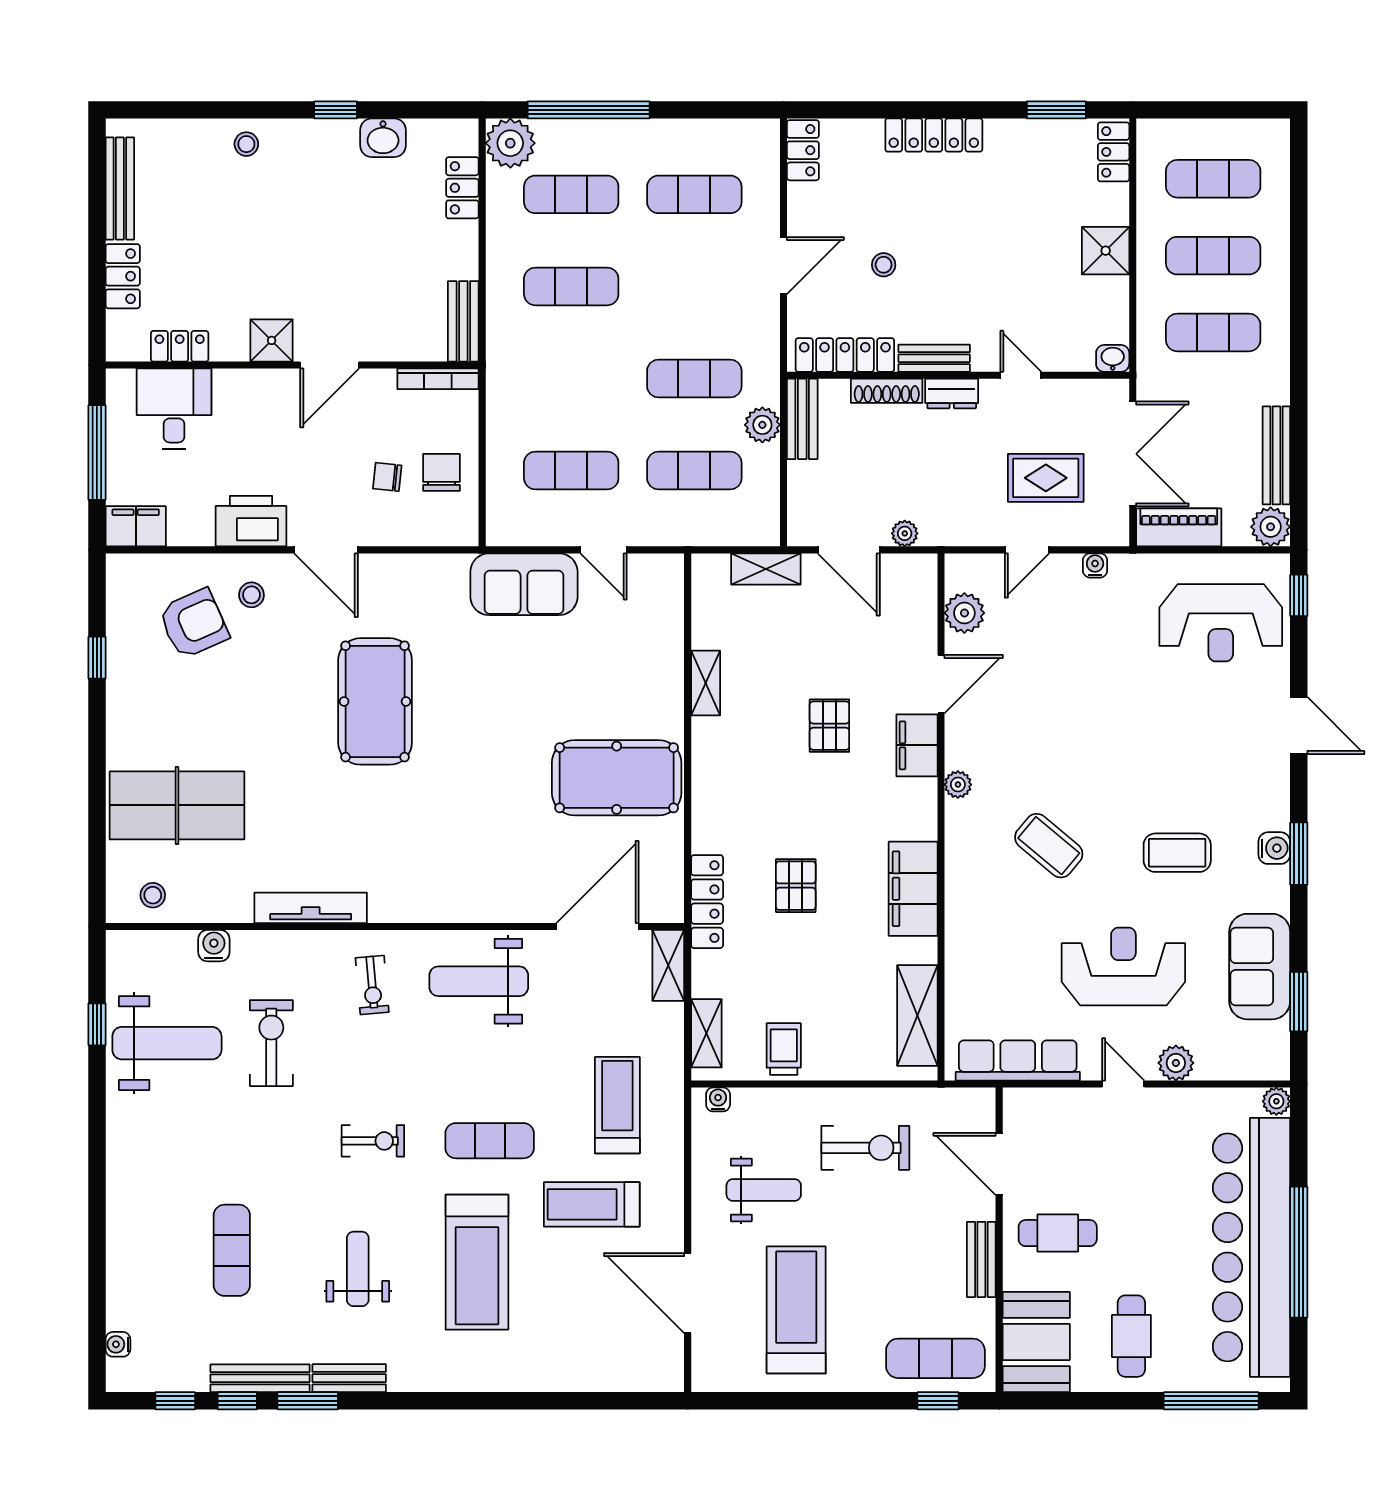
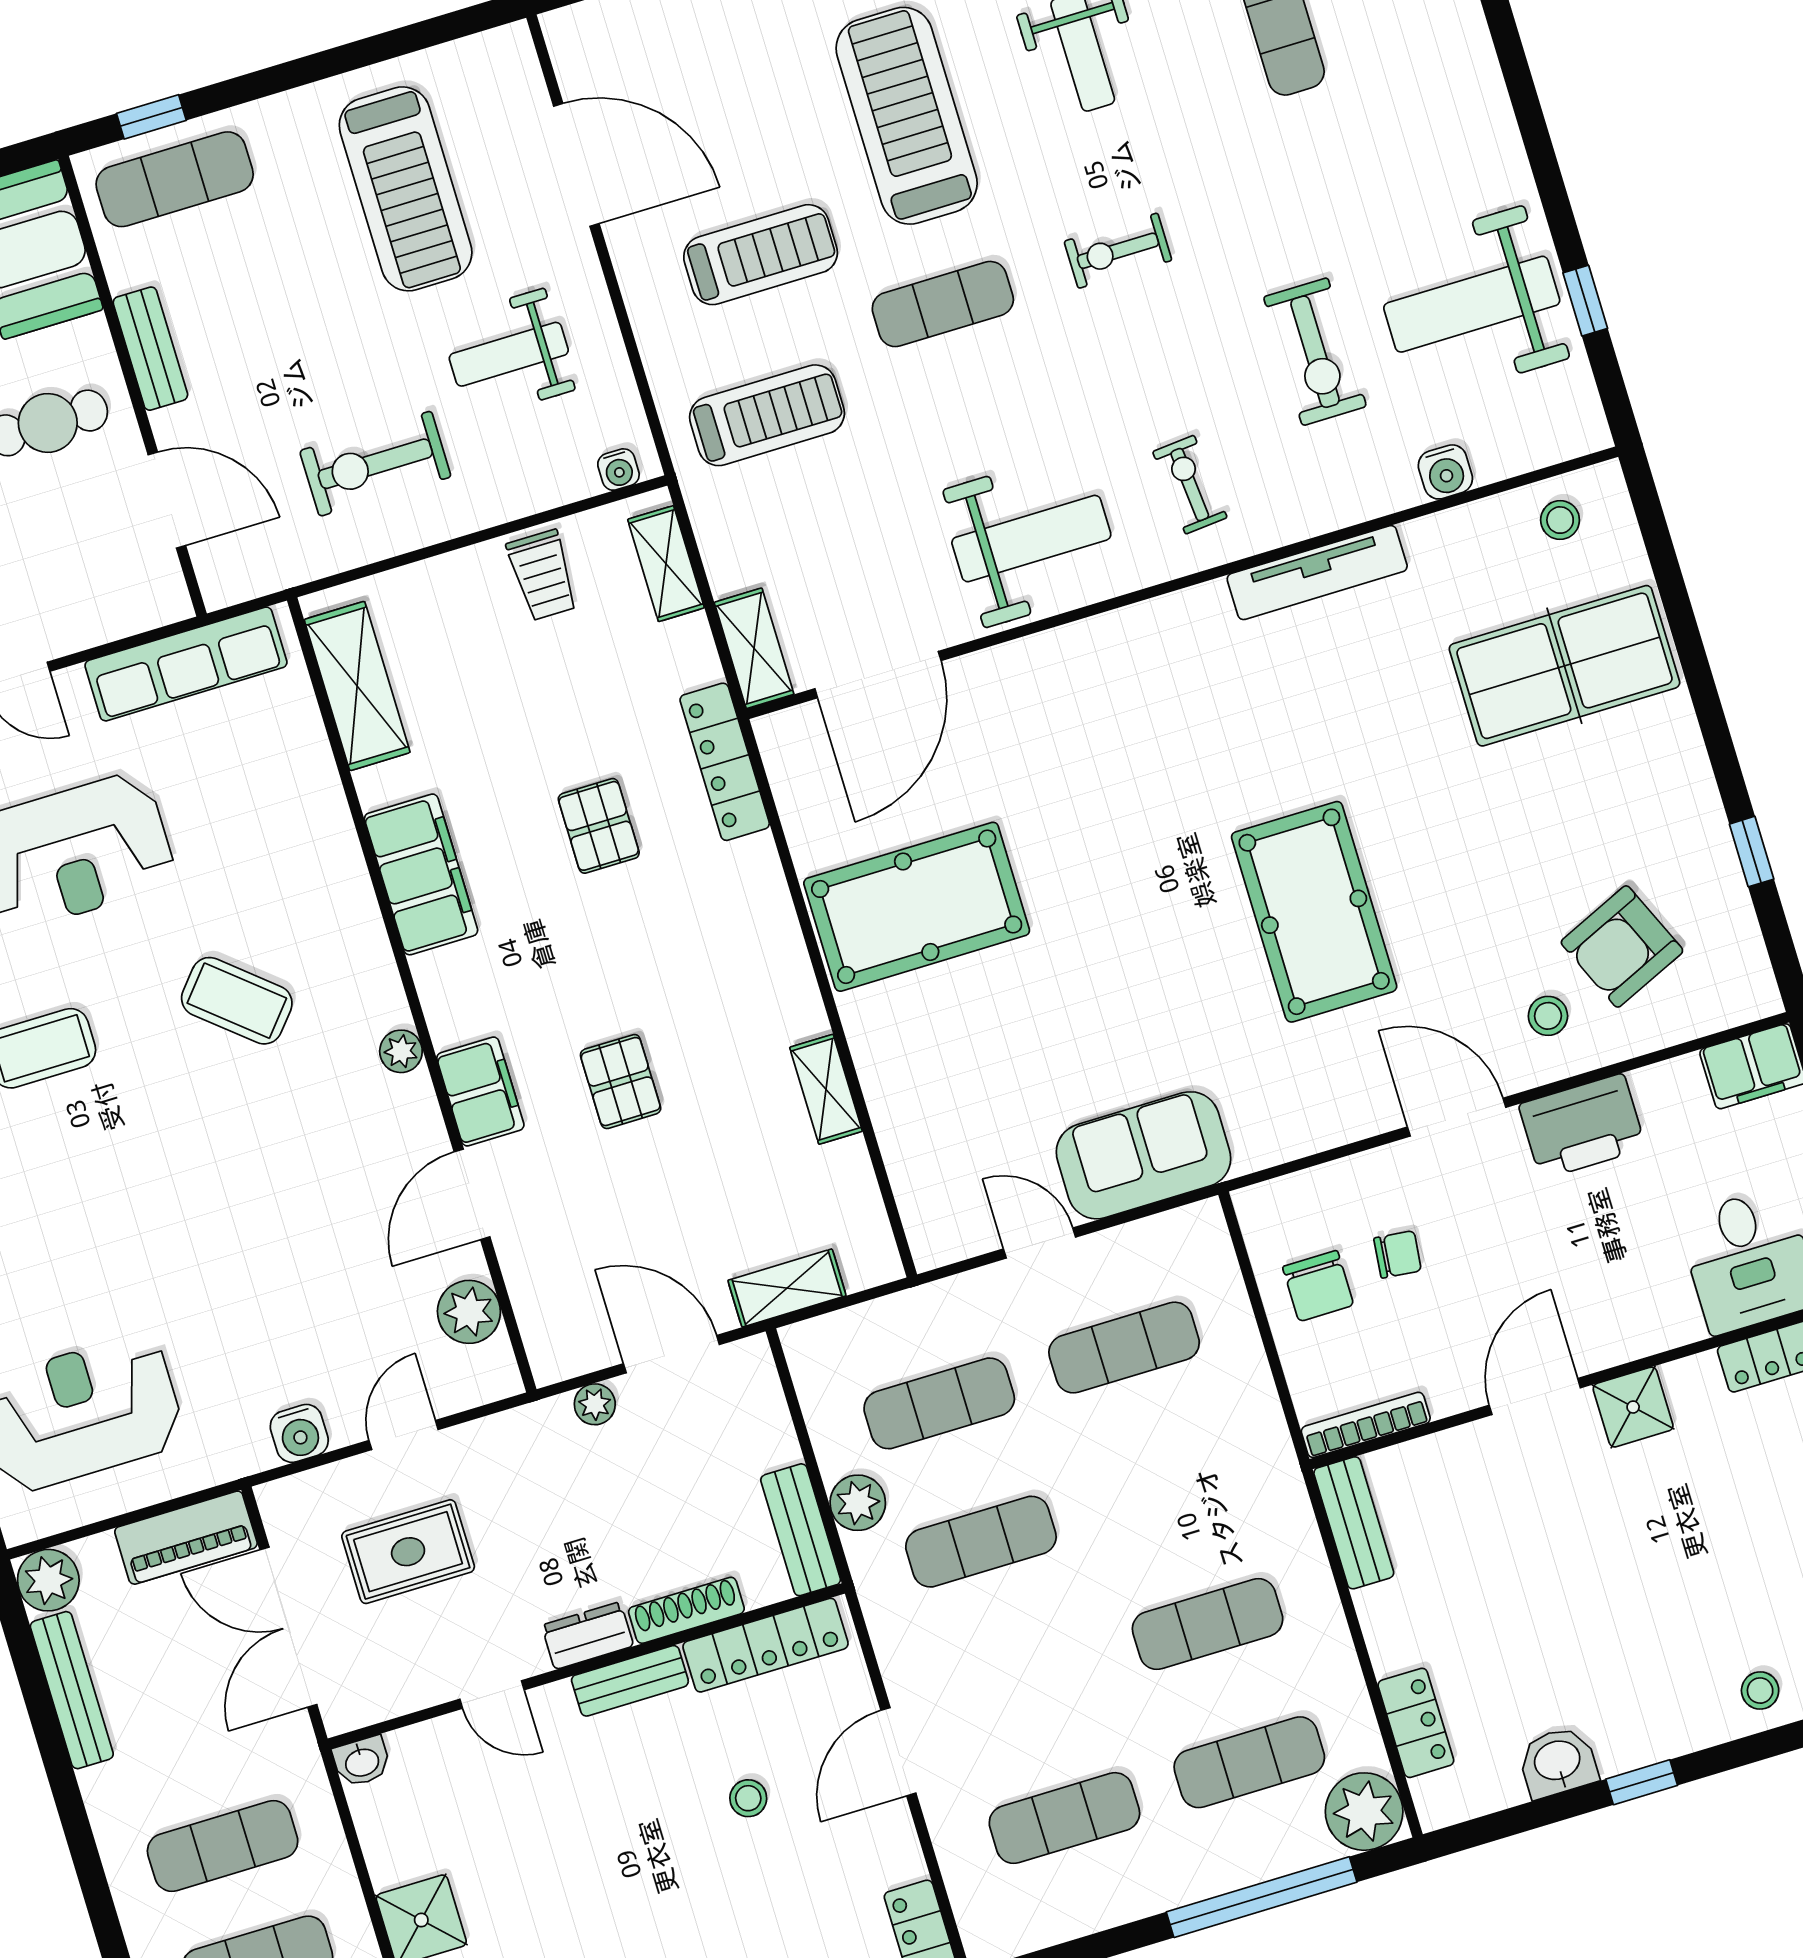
water cooler: (1095, 565) -> (299, 1433), width x1.38, depth x1.38
treadmill: (617, 1105) -> (767, 415), turned -90

